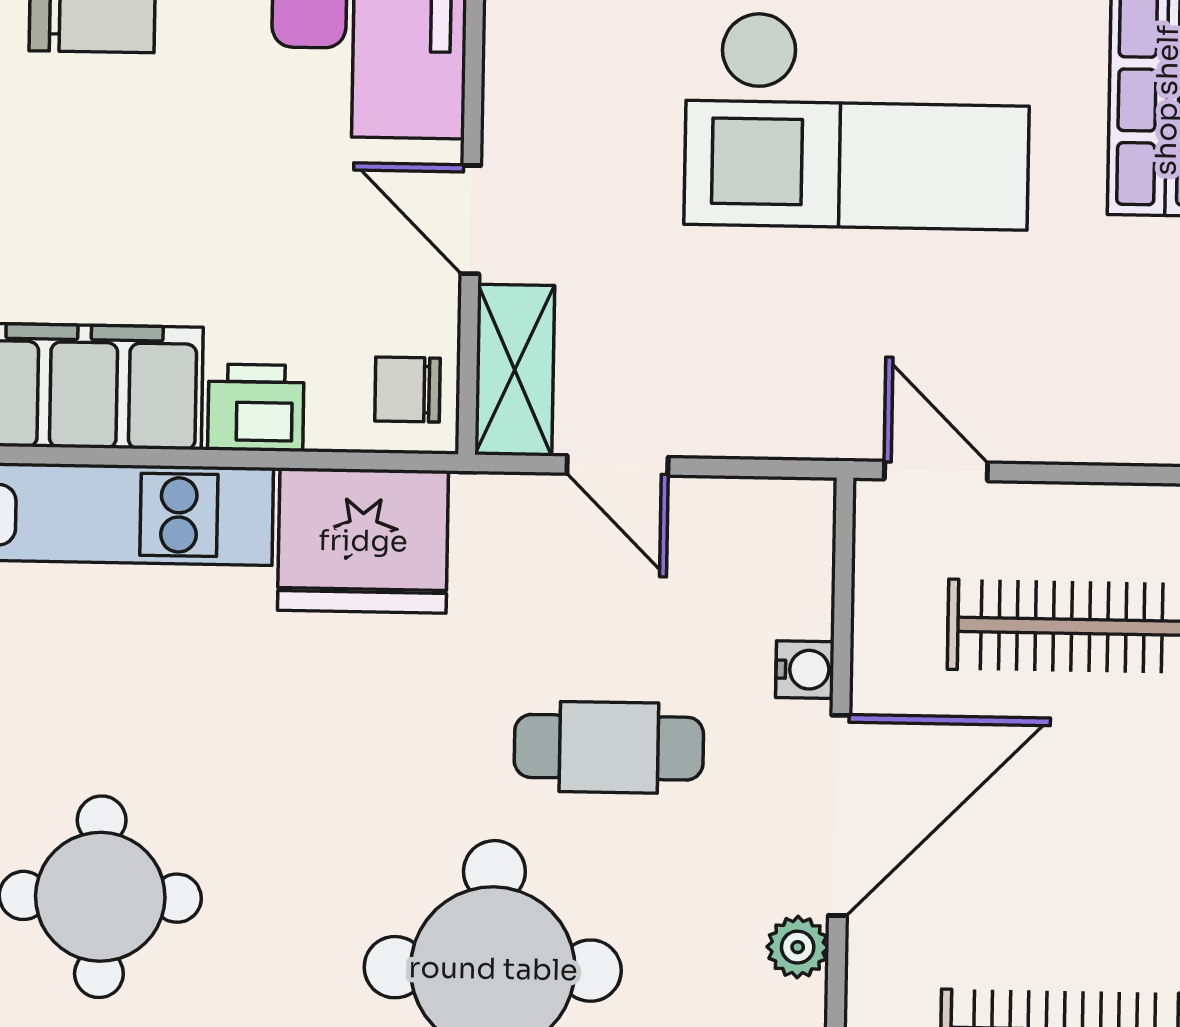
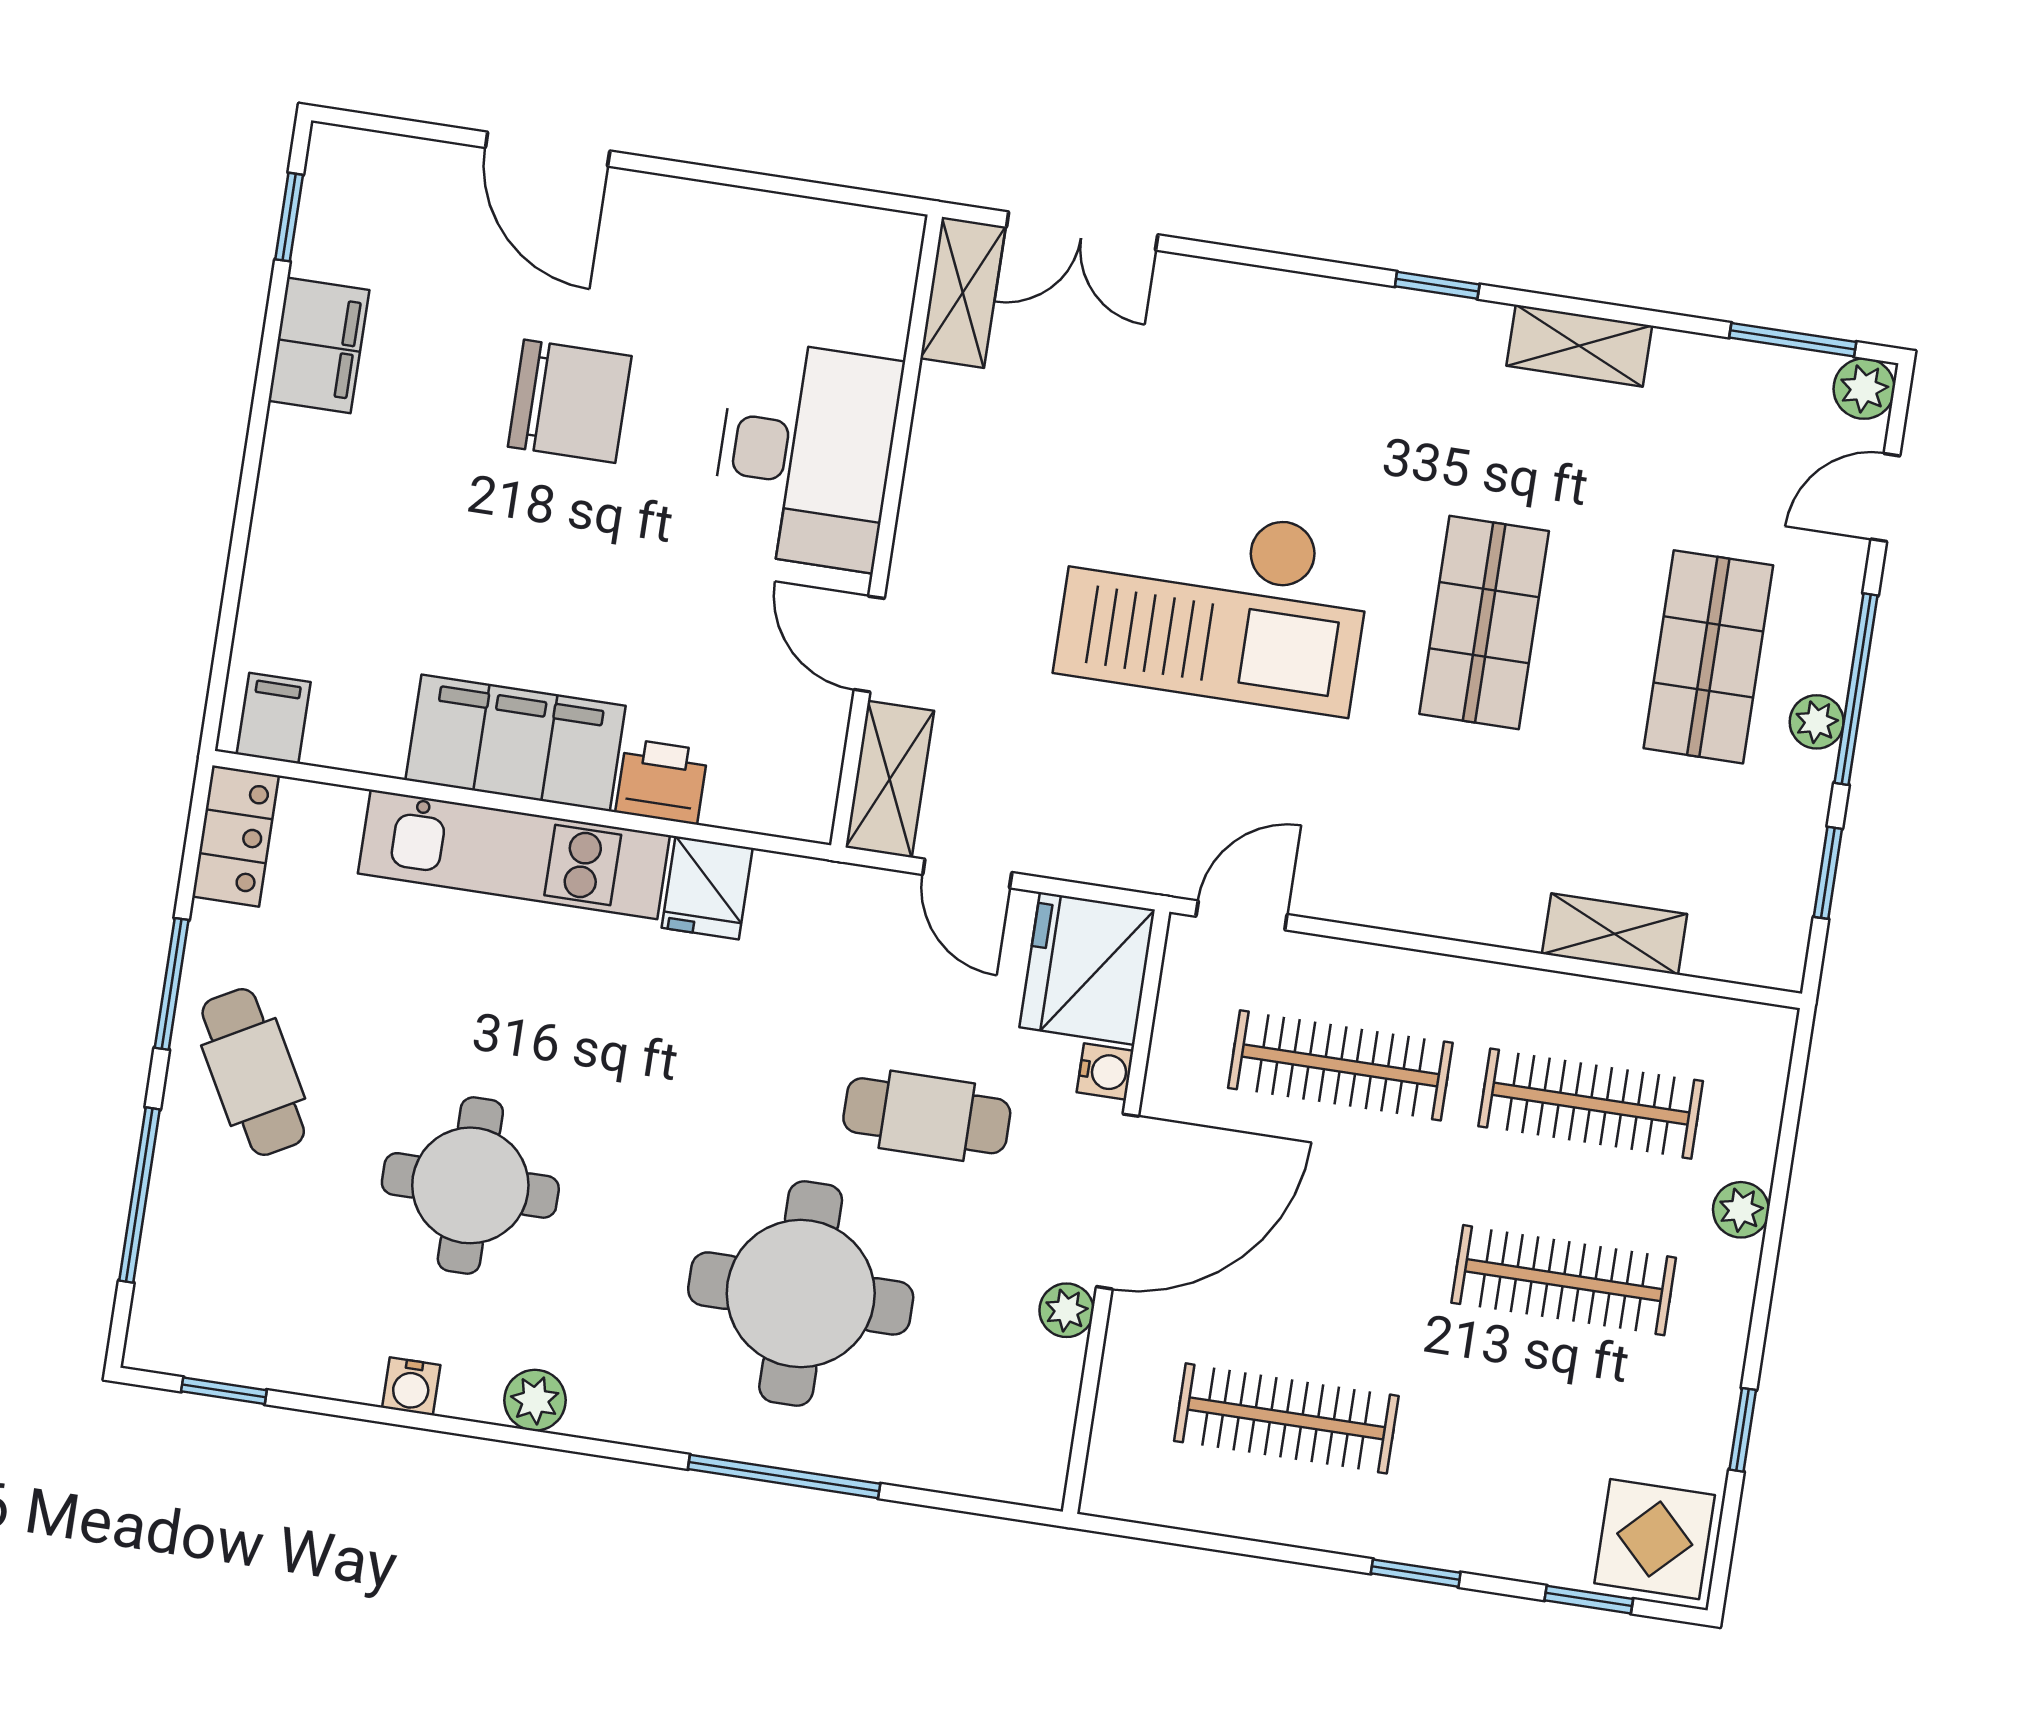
chair: (407, 390) -> (795, 783), removed
door: (936, 471) -> (1242, 915), hinge flipped
fridge: (363, 541) -> (707, 888), width x0.53, depth x0.75
fridge: (769, 555) -> (1087, 968), added

